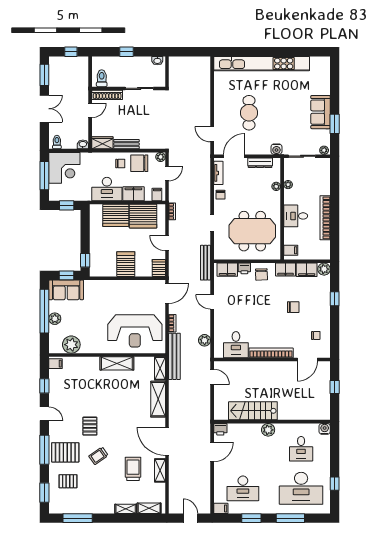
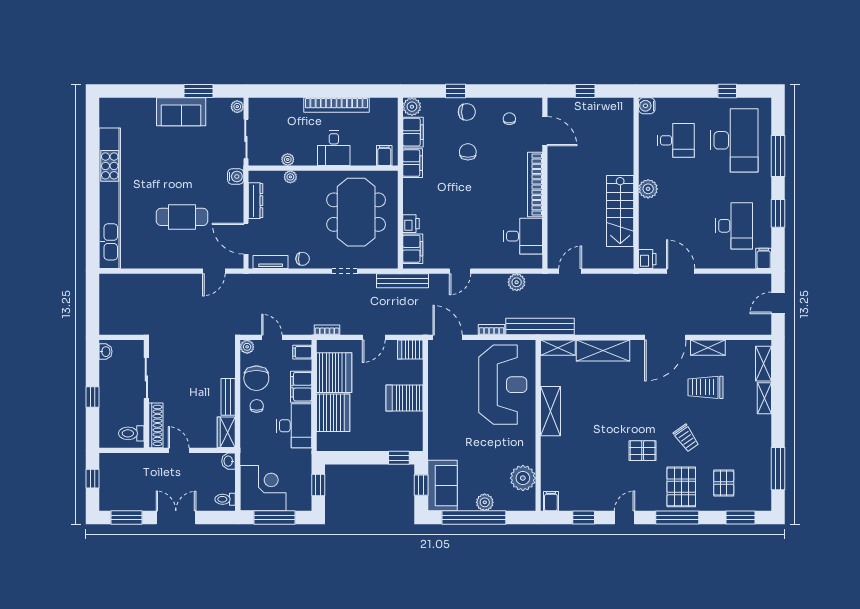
chair: (261, 274) -> (467, 112), moved

